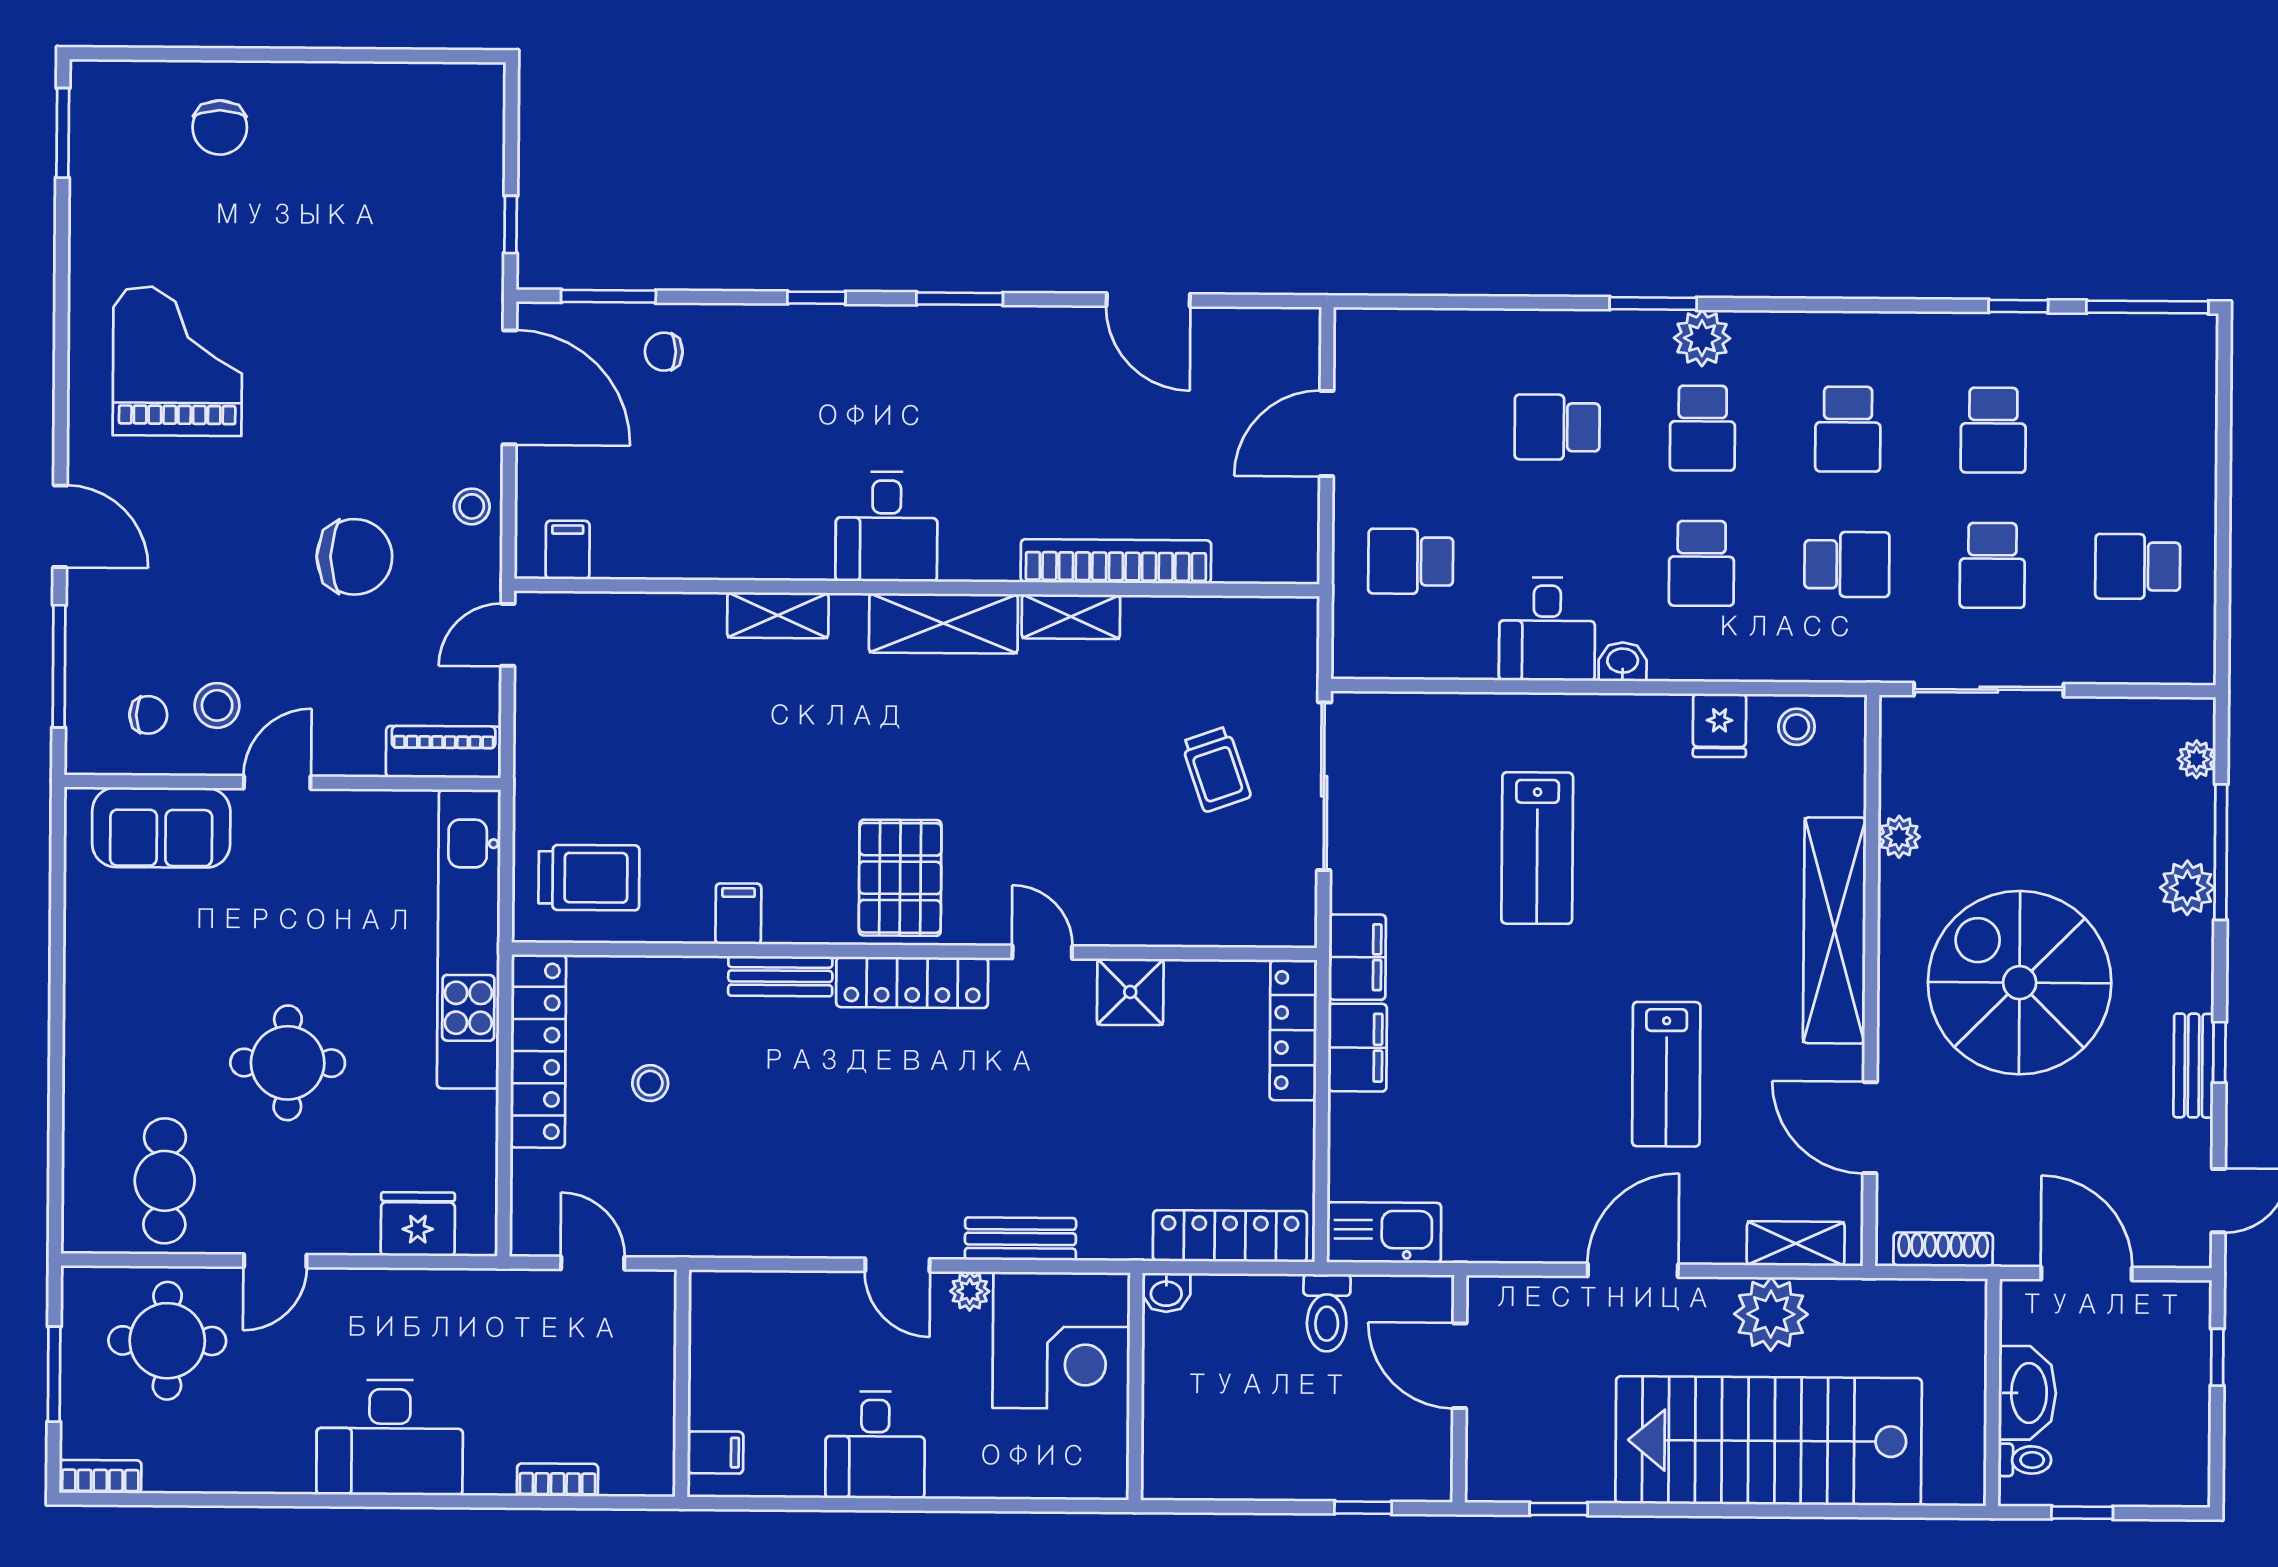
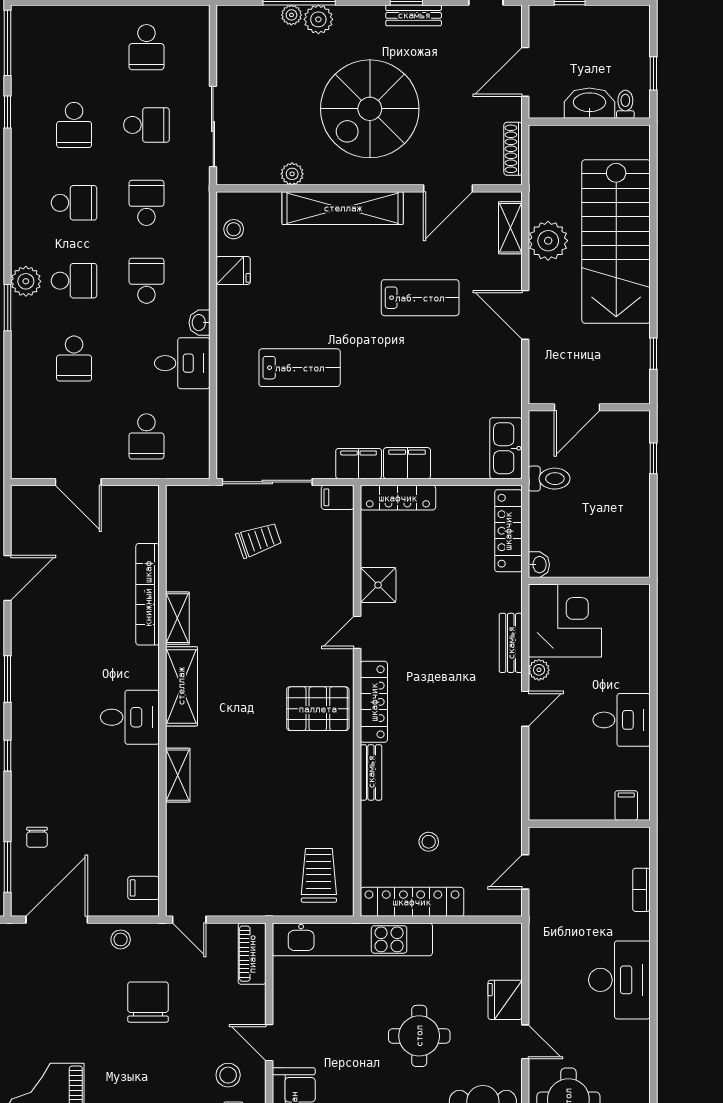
school desk: (1993, 430) -> (74, 125), turned 90
school desk: (1702, 563) -> (146, 281), turned -90
plant: (2197, 759) -> (291, 15), moved
filing cabinet: (738, 914) -> (338, 497), moved
fridge: (418, 1224) -> (505, 1000), moved

